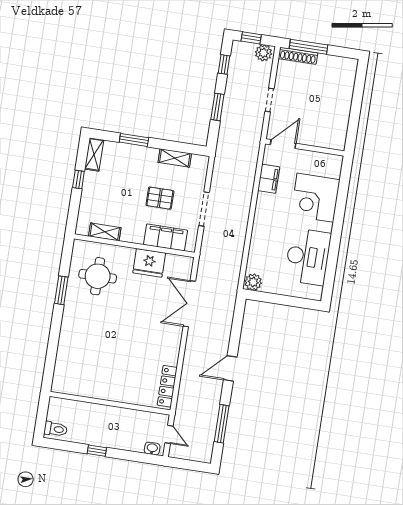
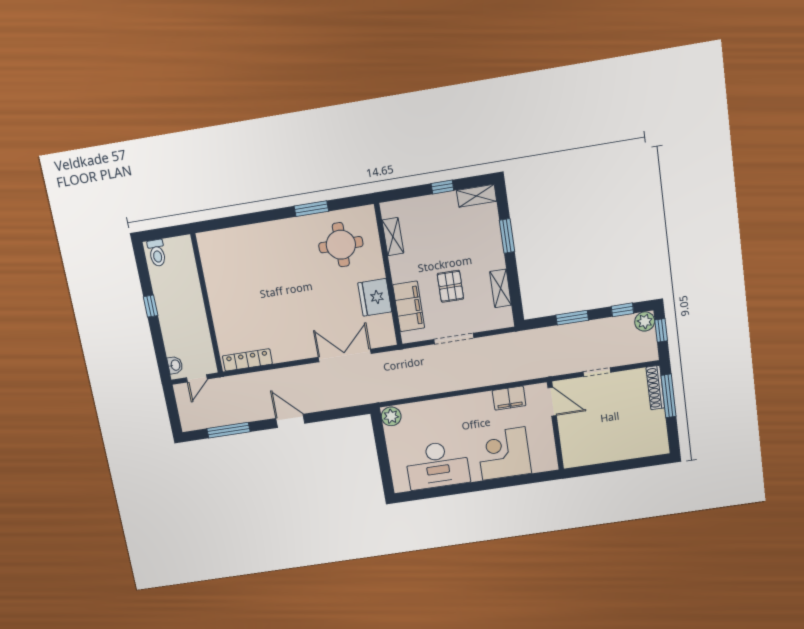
plant: (264, 53) -> (645, 321), moved

